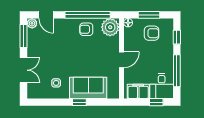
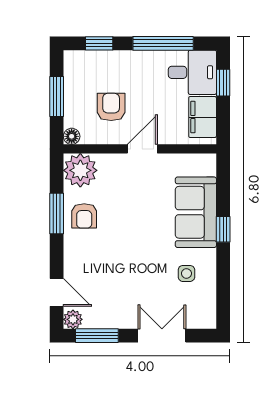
door: (46, 15) -> (57, 292), hinge flipped
window: (88, 15) -> (57, 214), width x0.47
armchair: (152, 33) -> (111, 107), moved
door: (121, 60) -> (142, 149), hinge flipped

